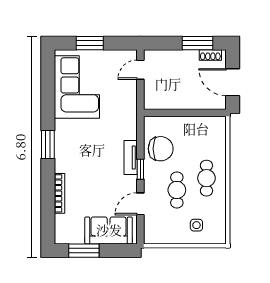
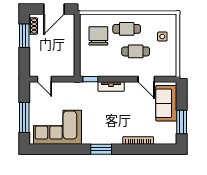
window: (90, 43) -> (24, 118), width x1.44
chair: (161, 149) -> (98, 36), moved
window: (140, 169) -> (90, 79), moved

